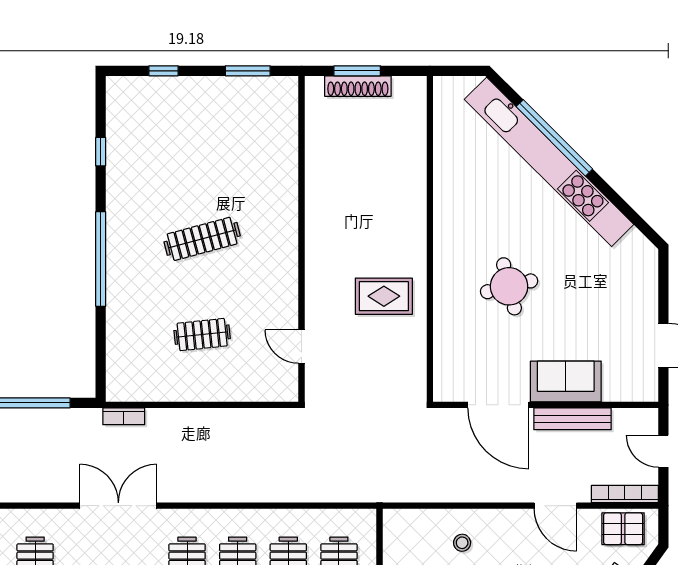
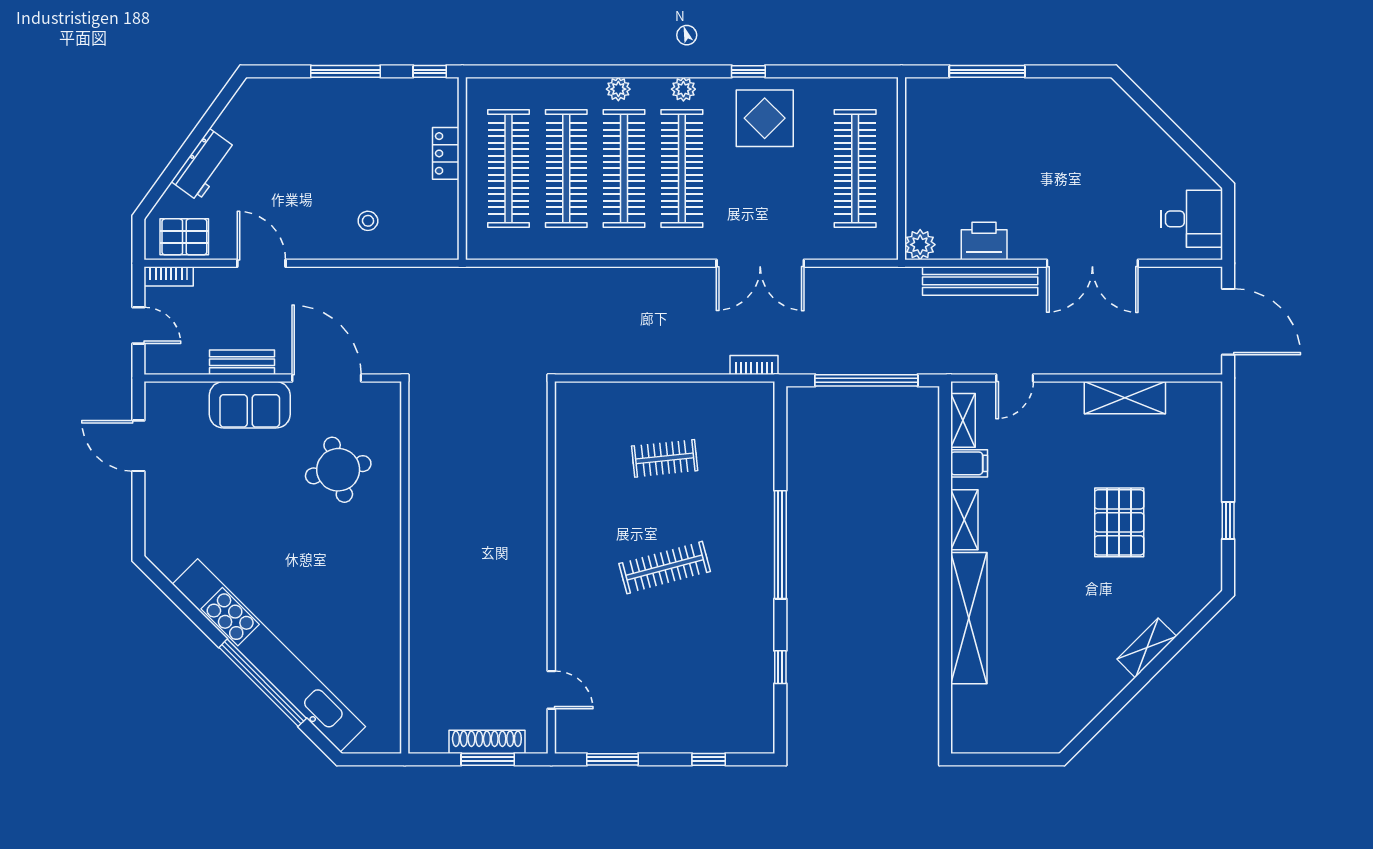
round table: (509, 286) -> (338, 470), moved
rug: (384, 296) -> (457, 502), removed
door: (302, 347) -> (551, 690), moved
bench: (573, 419) -> (242, 362), width x0.73
bookcase: (625, 494) -> (169, 276), width x0.64

